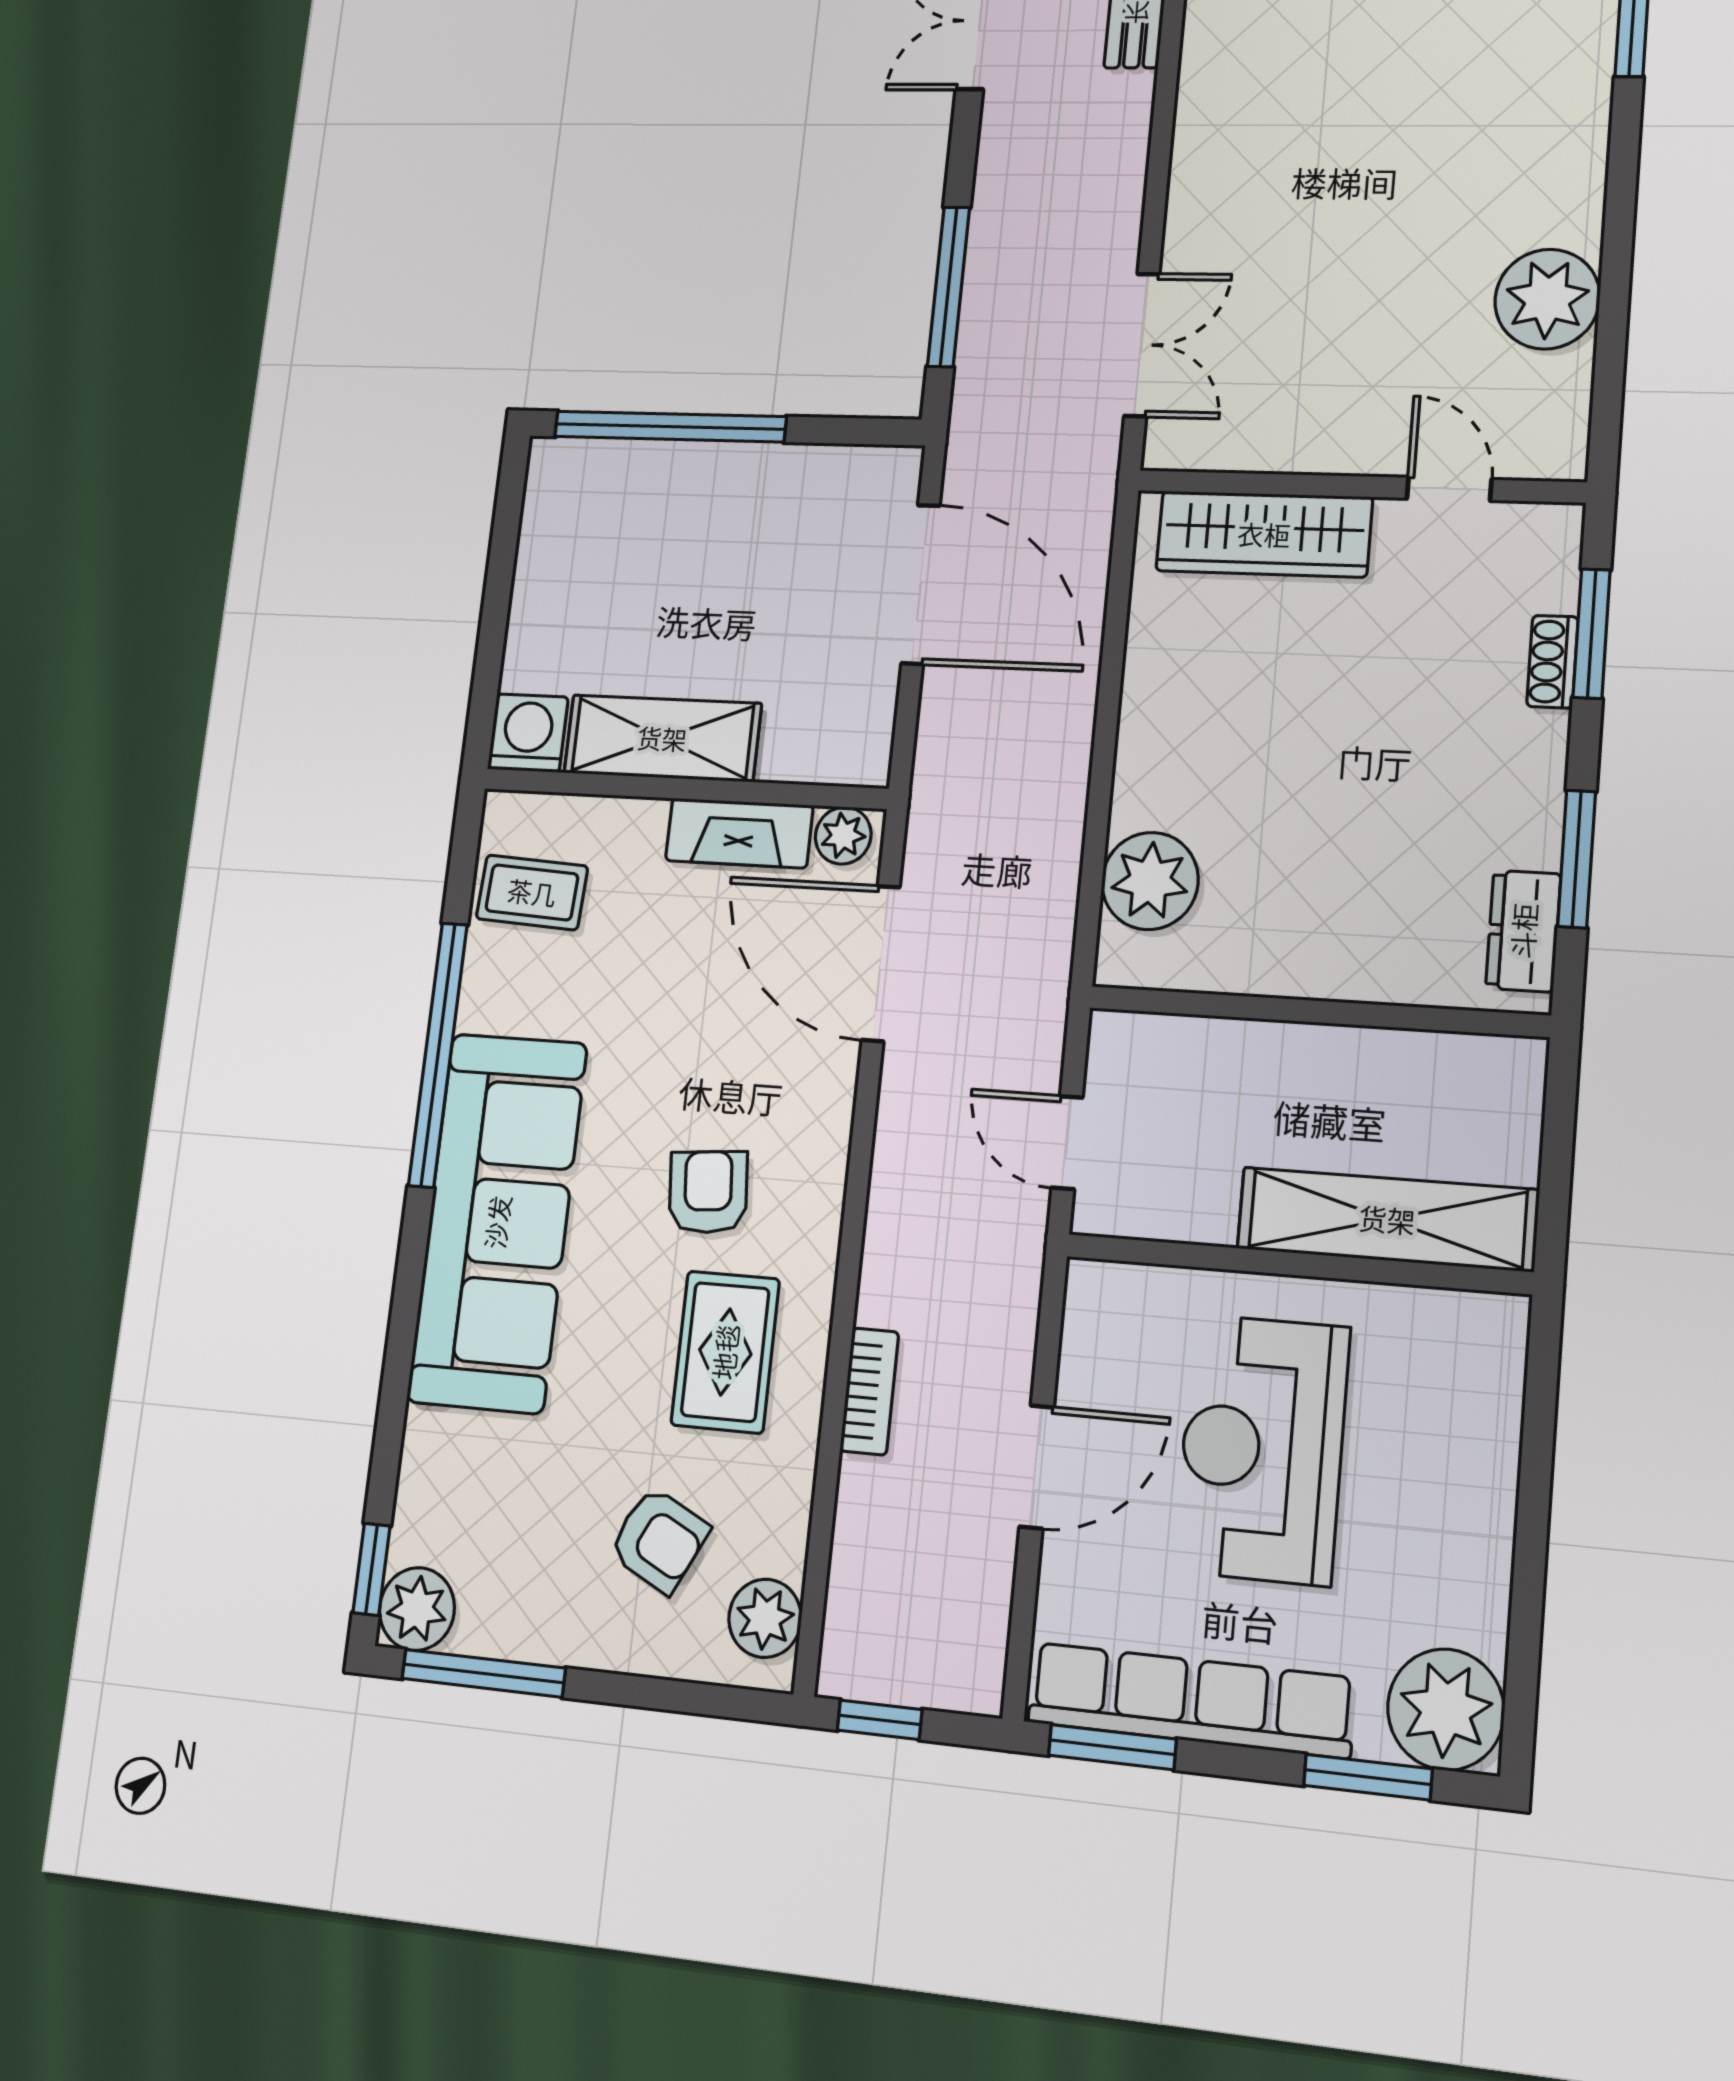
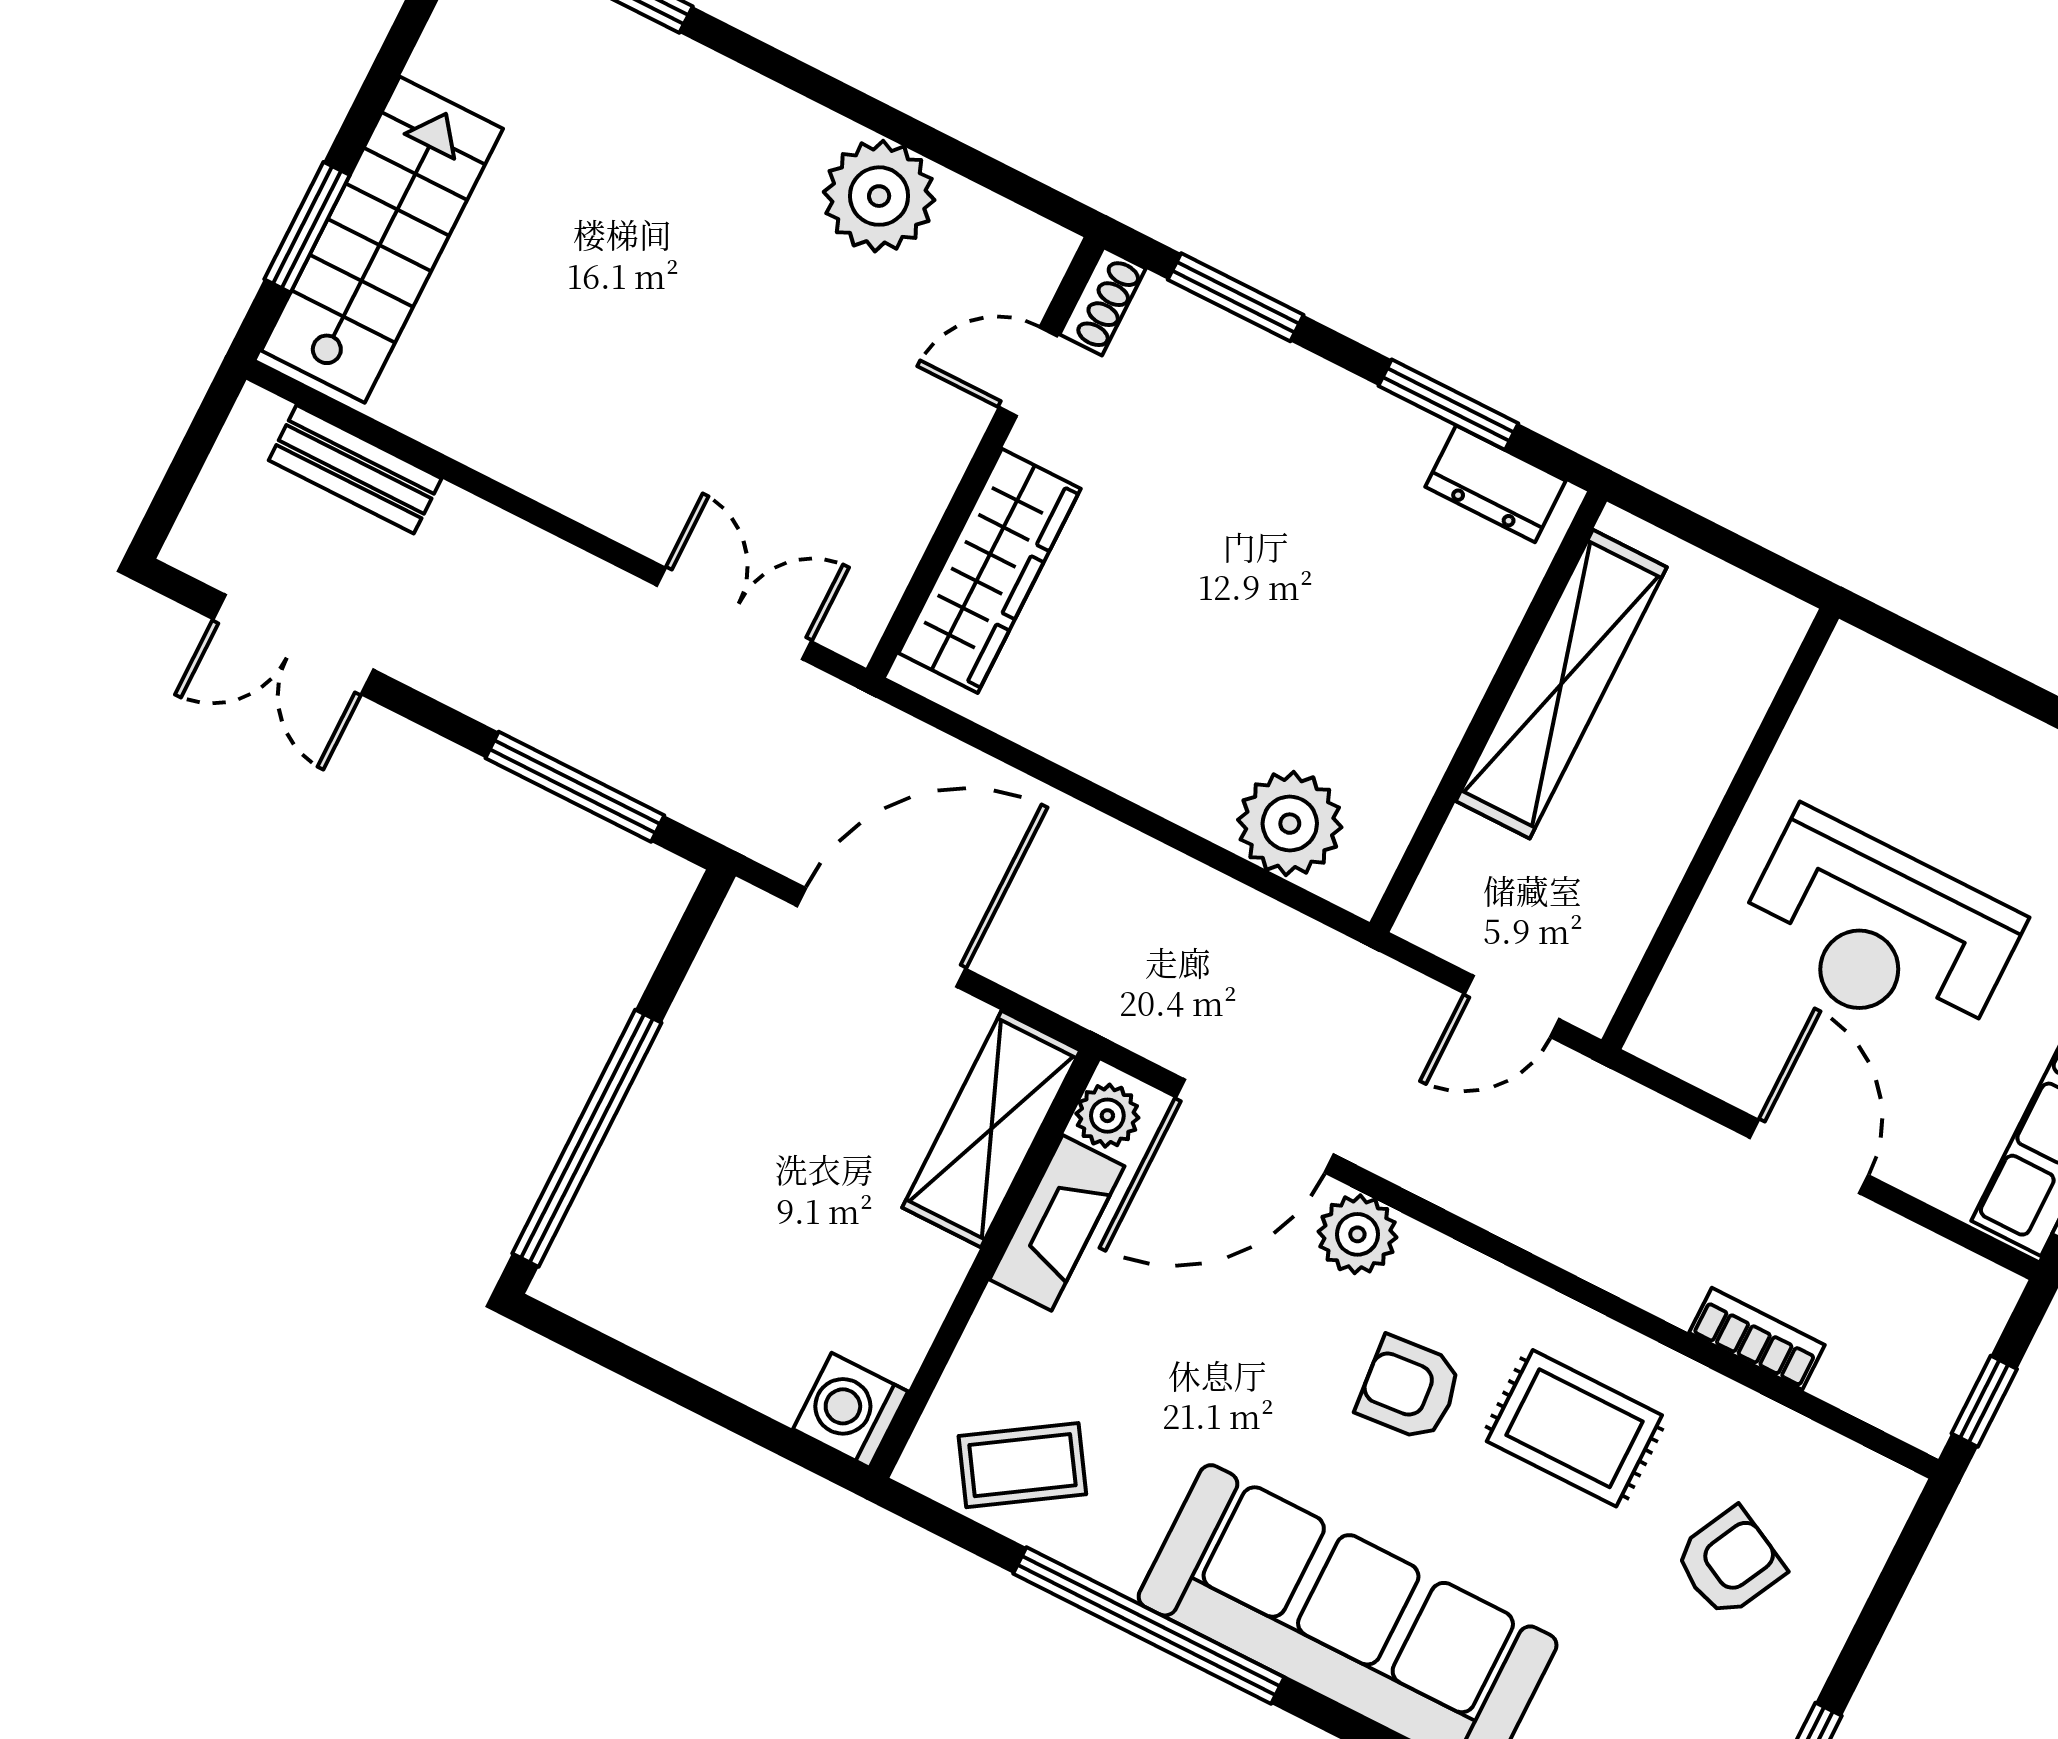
shoe rack: (1552, 662) -> (1103, 301), moved, turned -90
shelving: (662, 738) -> (991, 1129), moved
coffee table: (532, 892) -> (1022, 1465), turned 54
shelving: (1387, 1219) -> (1561, 684), moved
bookcase: (869, 1391) -> (1757, 1339), moved
plant: (765, 1618) -> (1357, 1234), moved

